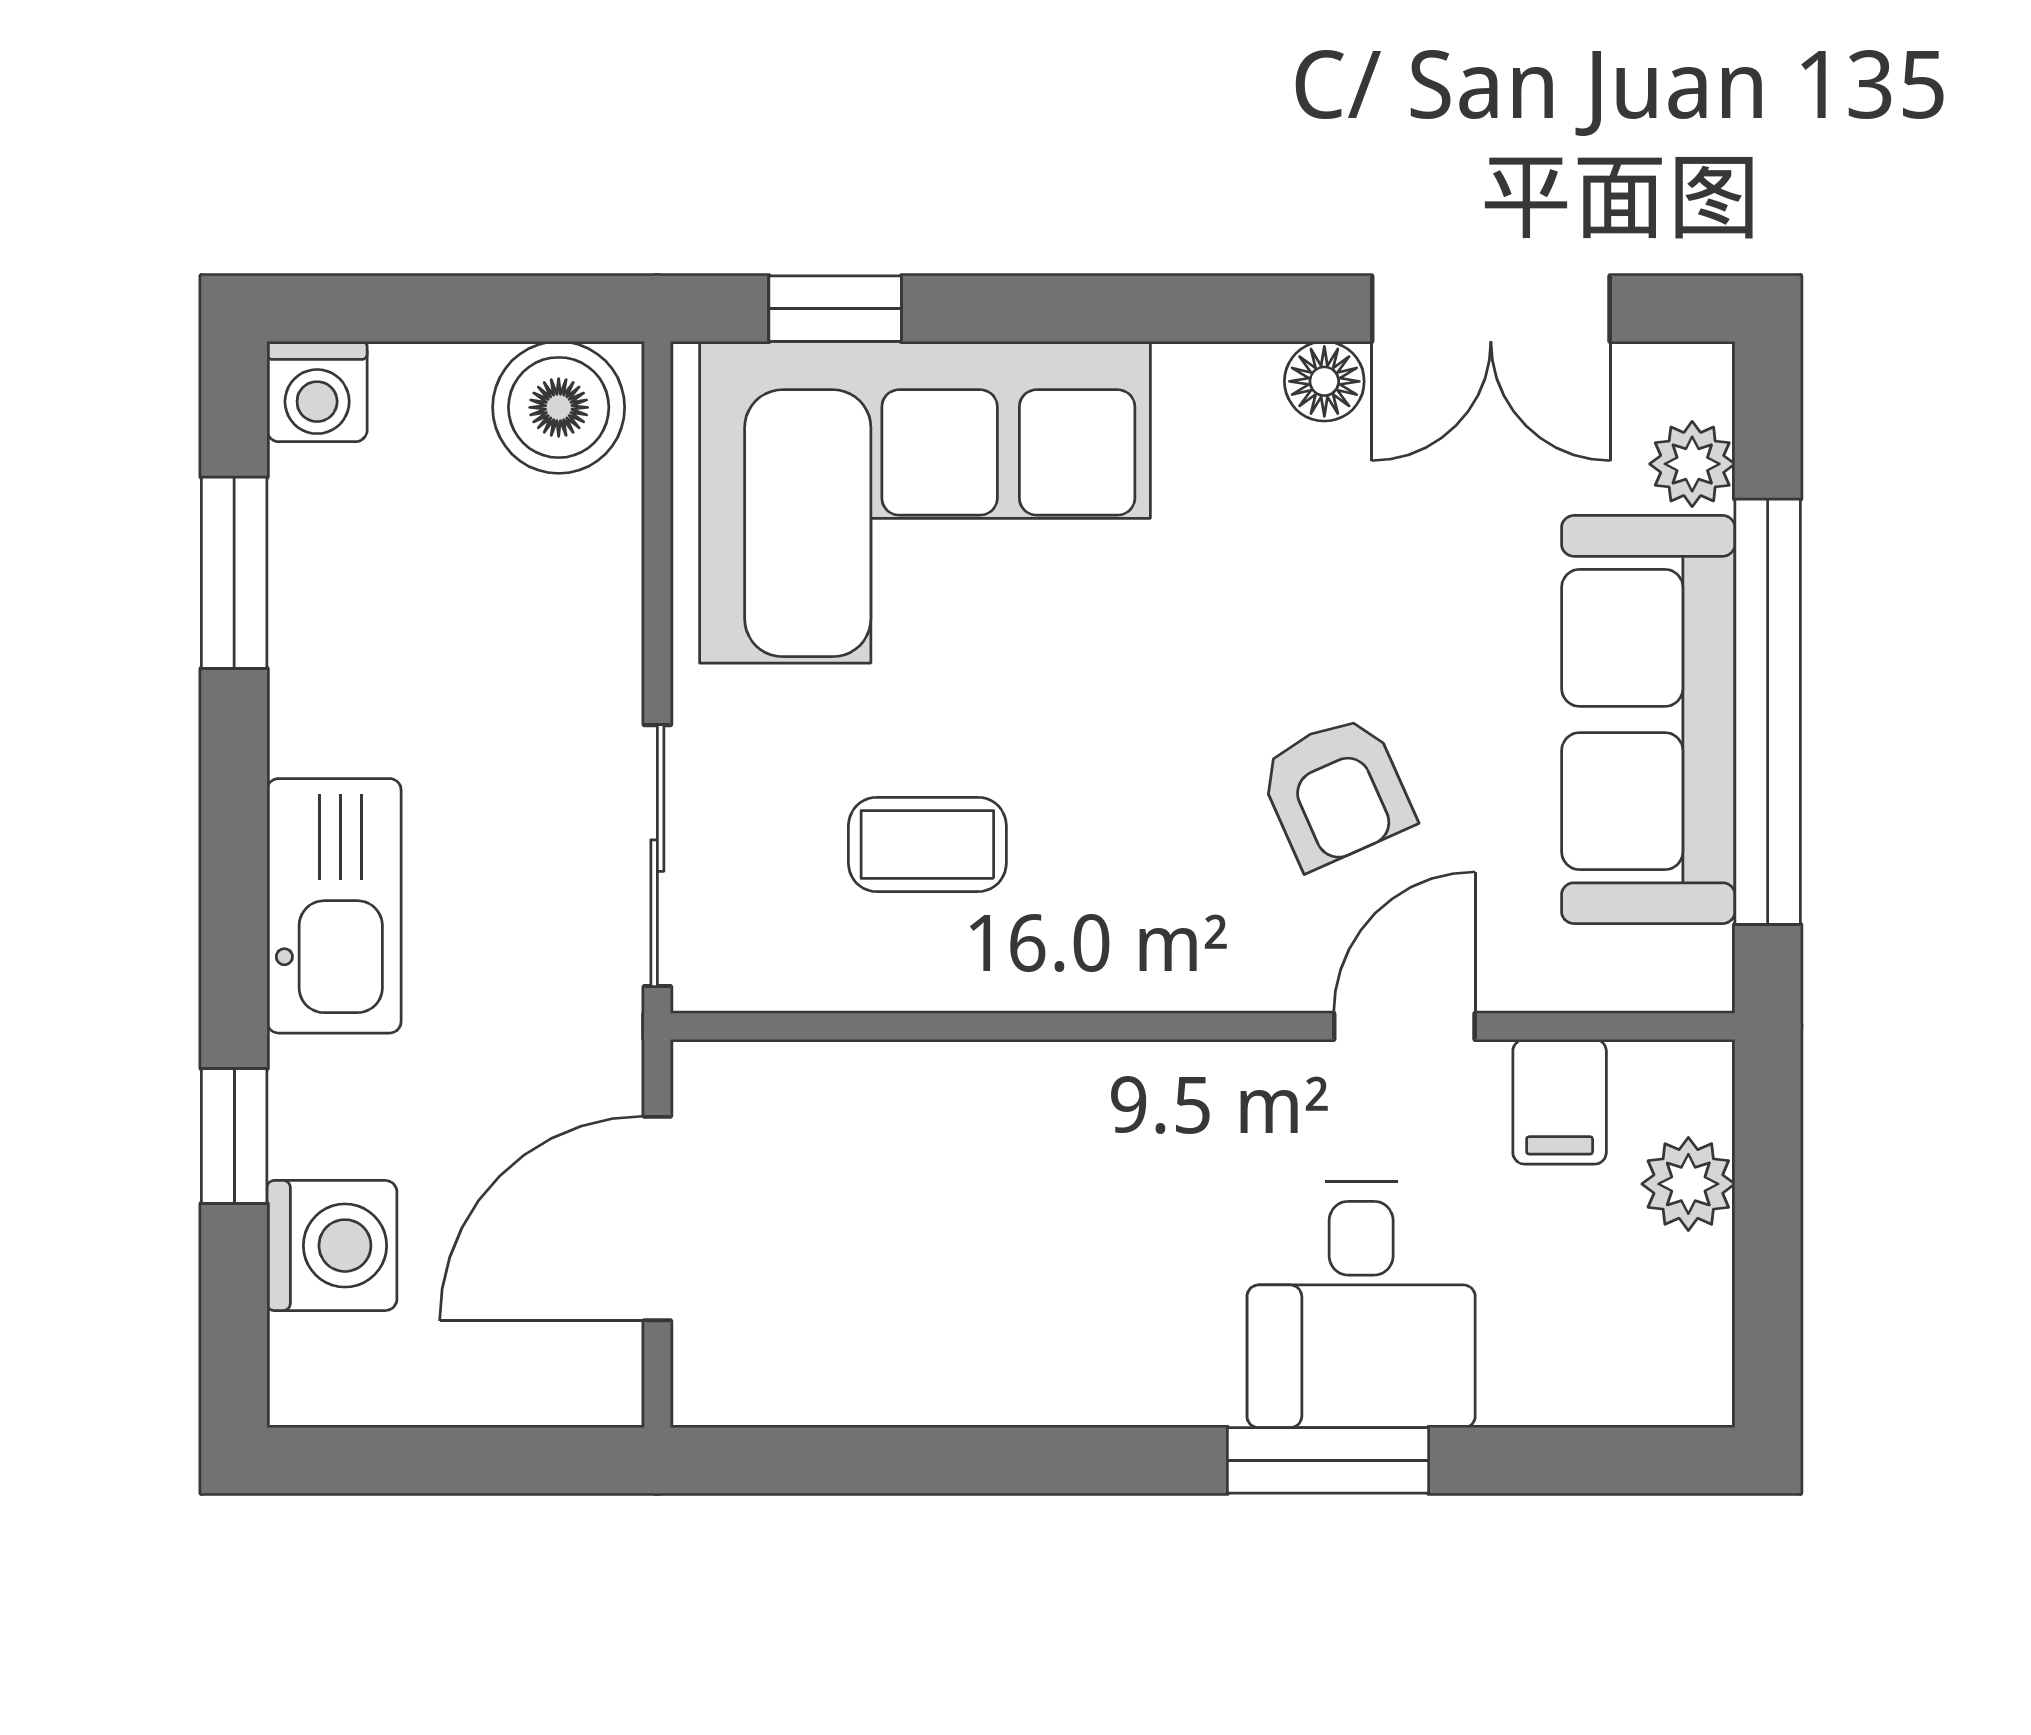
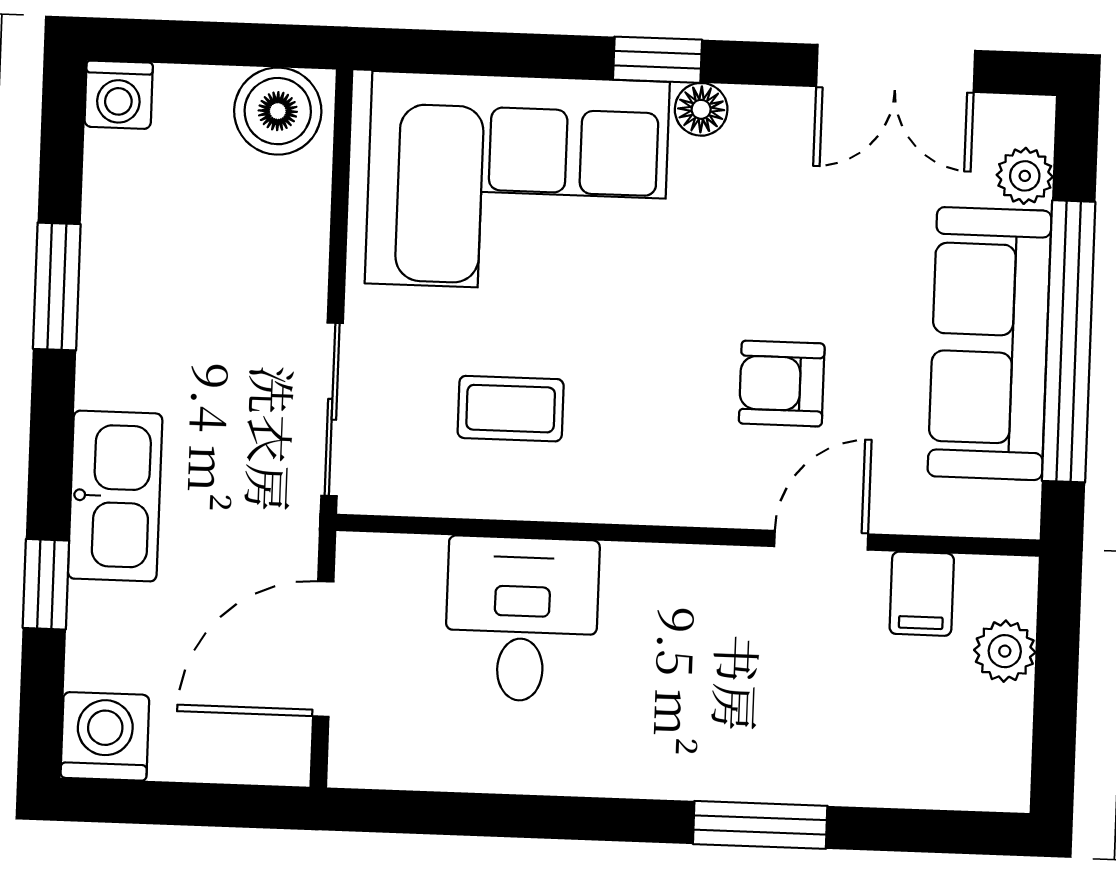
window: (835, 309) -> (657, 60), moved
floor lamp: (1324, 381) -> (701, 109), moved
window: (234, 573) -> (57, 286), moved
armchair: (1336, 792) -> (782, 384), turned 114
kitchen sink: (334, 906) -> (115, 496), moved
washing machine: (332, 1246) -> (105, 736), moved, turned -90
desk: (1361, 1305) -> (522, 619), moved, turned 180

